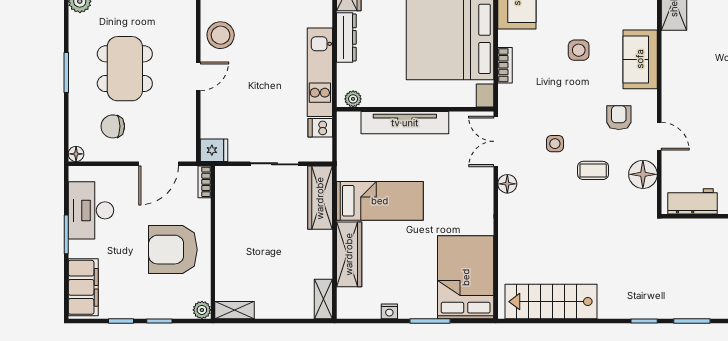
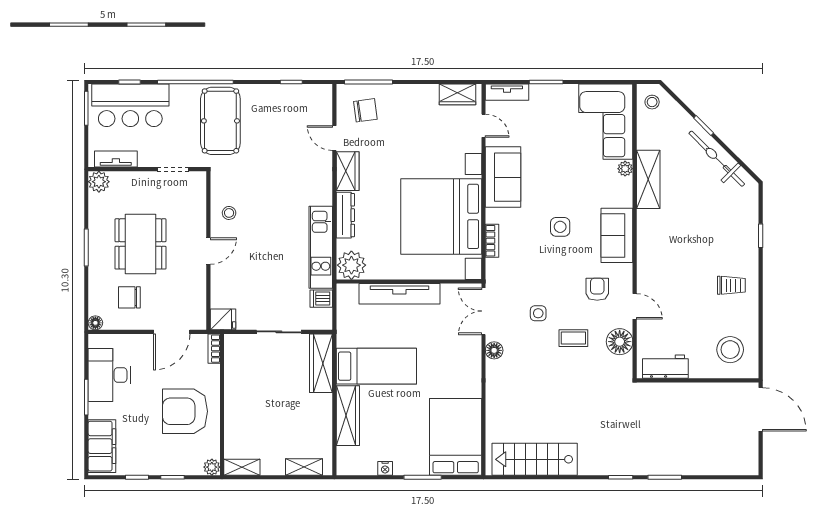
stool: (221, 35) -> (229, 213), width x0.53, depth x0.53
plant: (353, 99) -> (351, 265), width x1.87, depth x1.87
shelving: (323, 299) -> (304, 467), moved, turned 90

